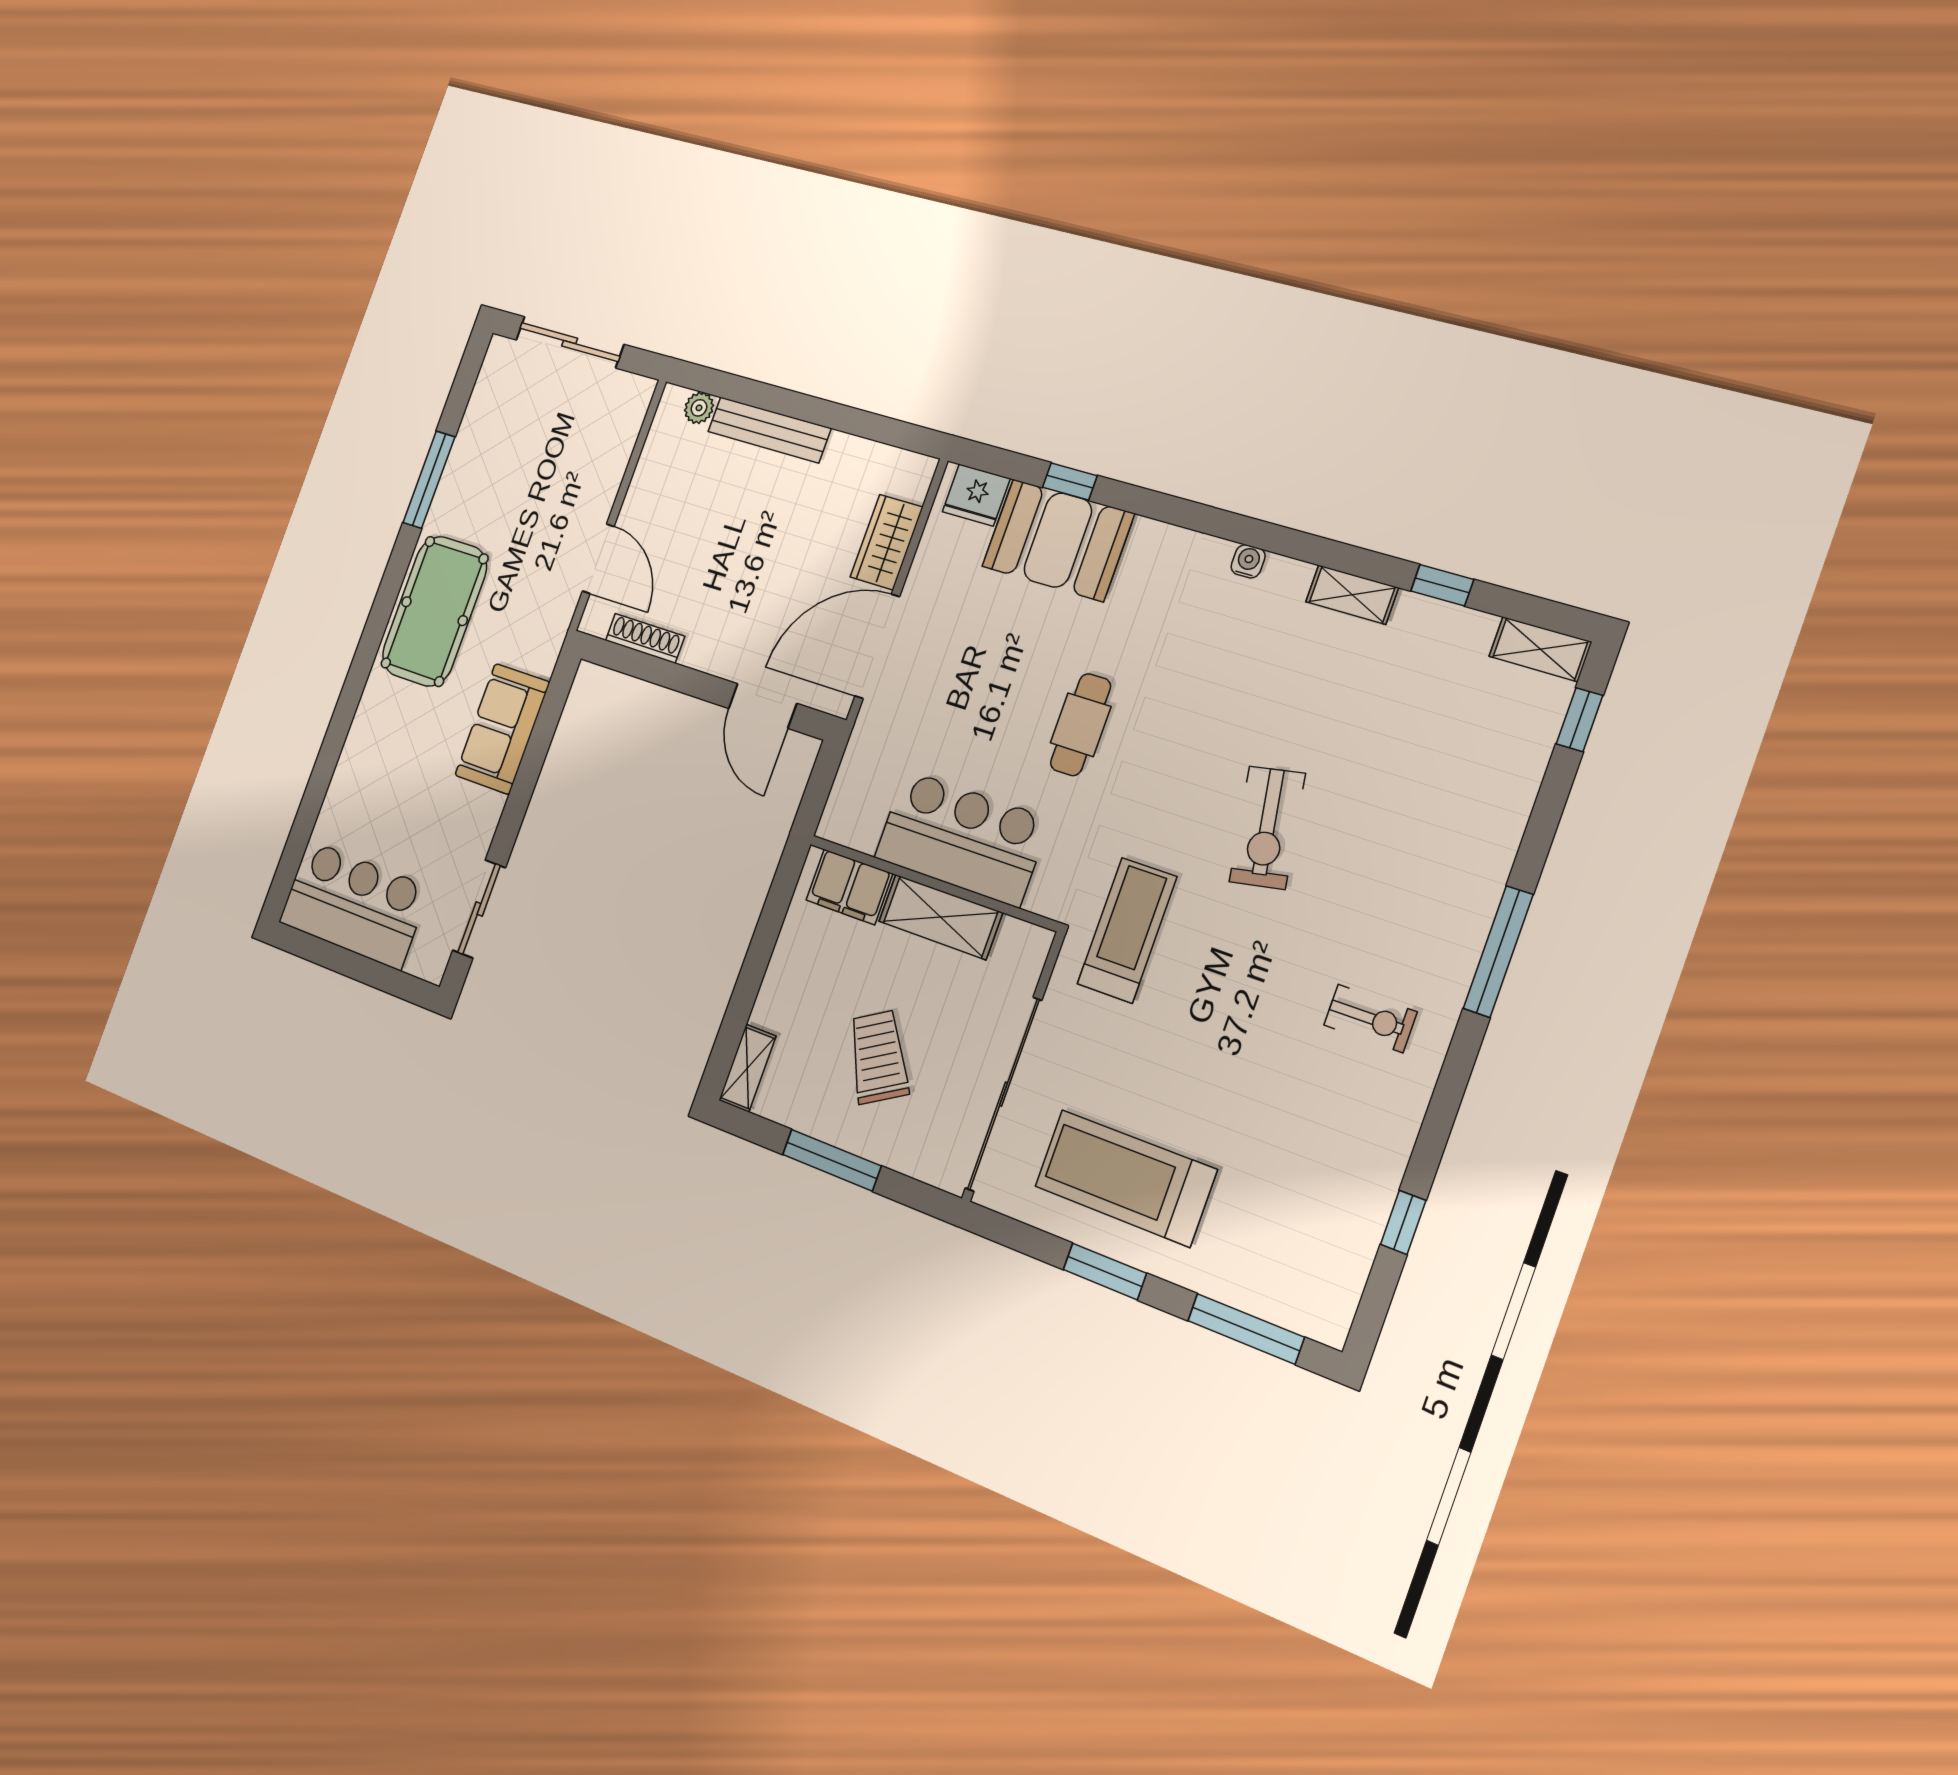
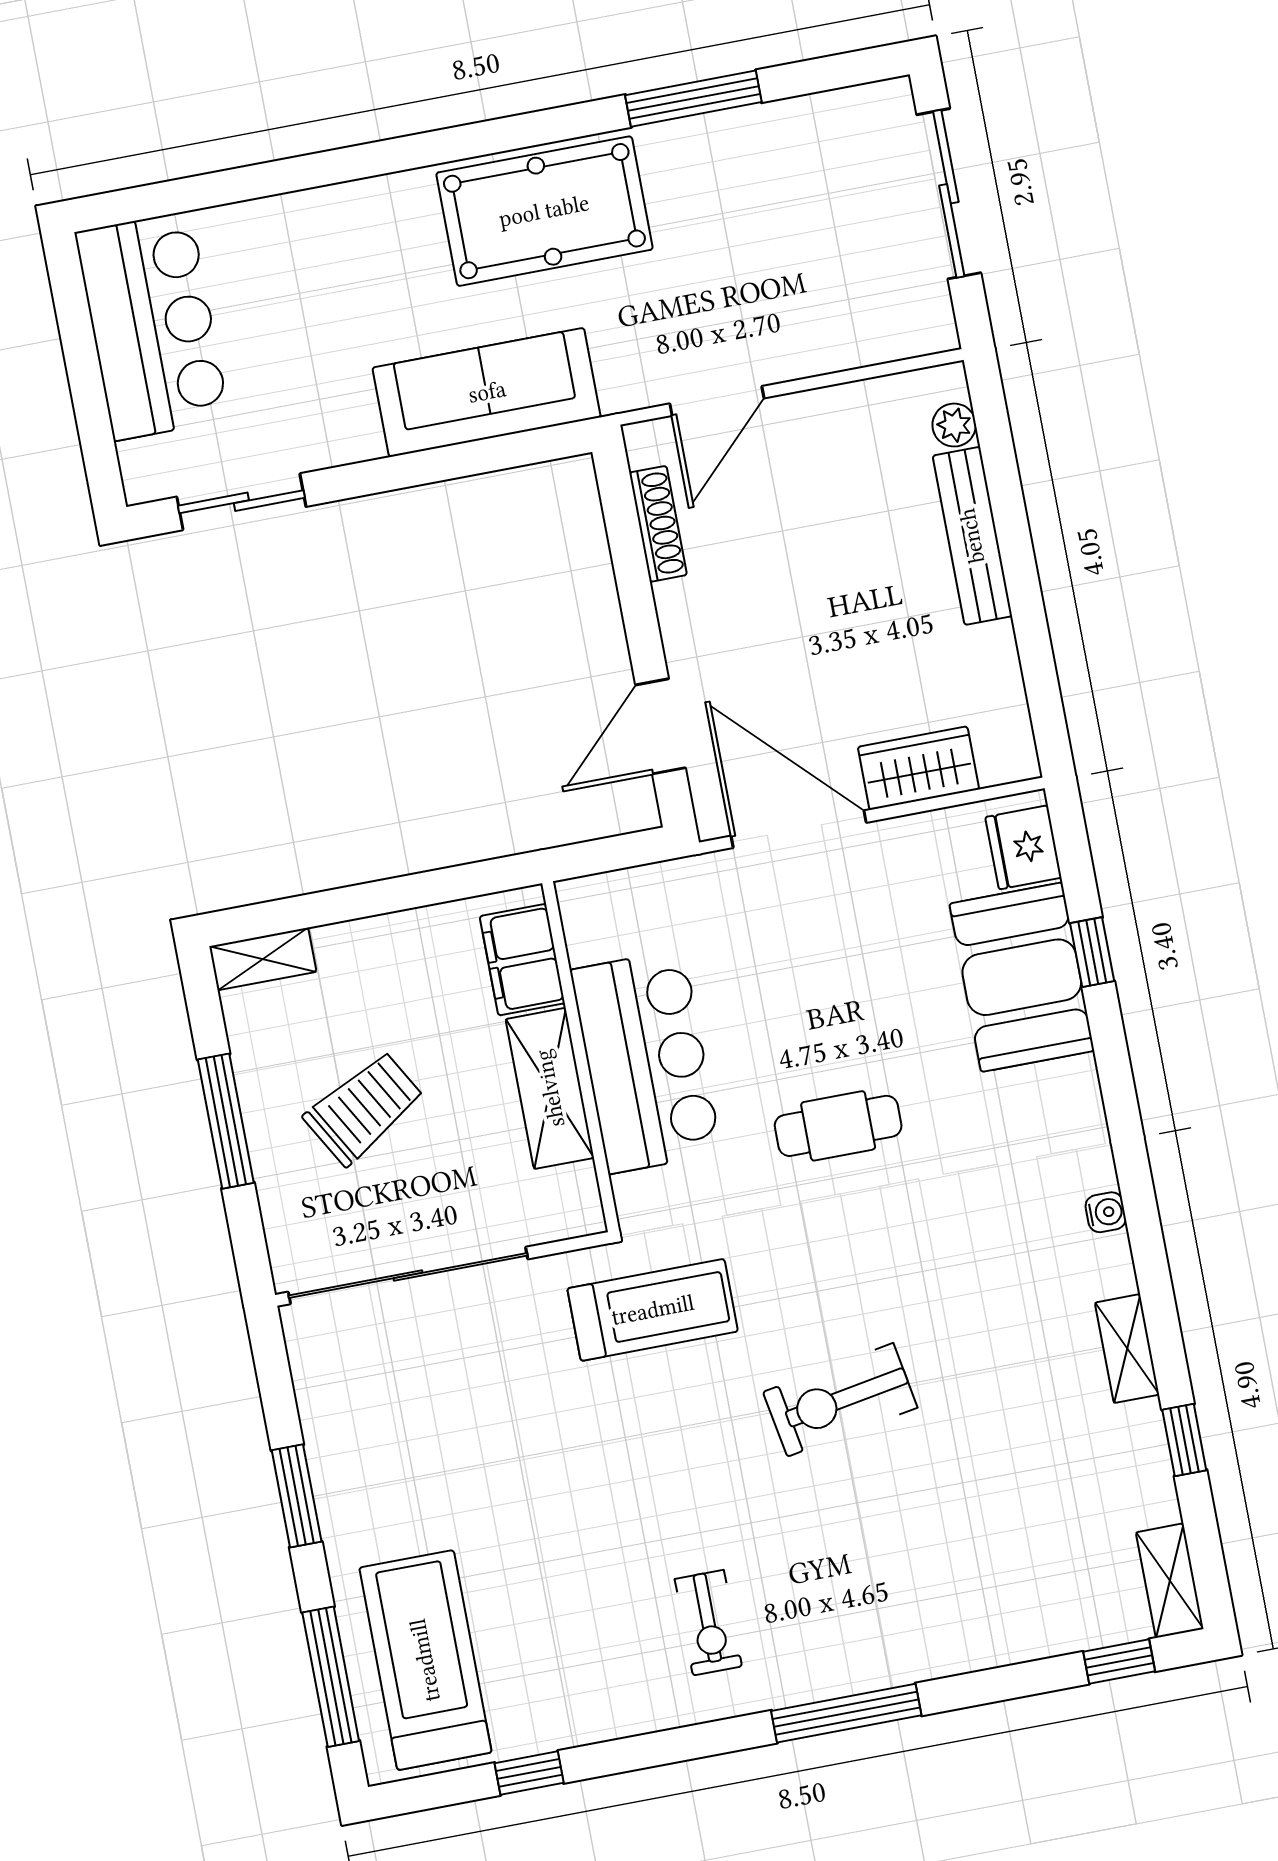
sofa: (502, 729) -> (487, 392), width x1.36
treadmill: (1125, 1178) -> (425, 1660), moved

